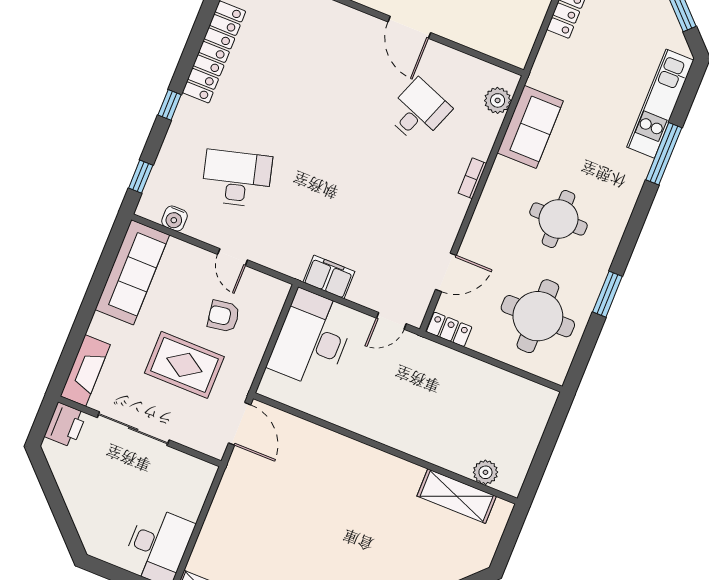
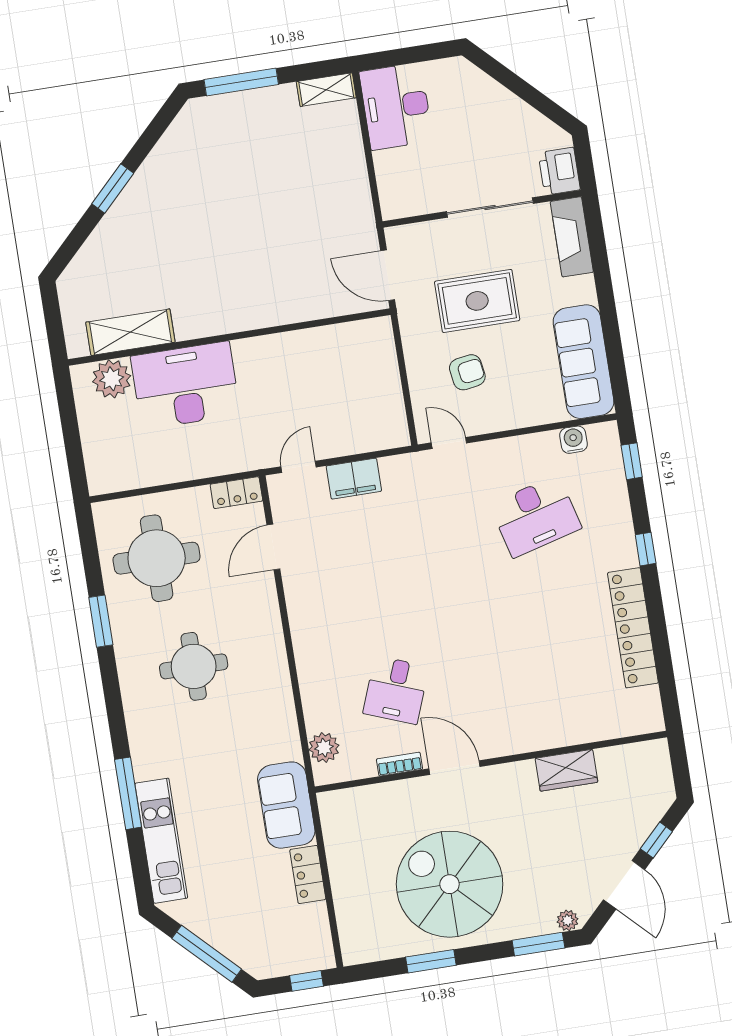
sofa: (530, 127) -> (286, 805), moved
bookcase: (472, 178) -> (399, 764), moved, turned -90
door: (233, 257) -> (449, 443), moved
filing cabinet: (329, 277) -> (354, 479), moved
desk: (312, 339) -> (185, 385), moved, turned -90
plant: (485, 472) -> (112, 379), width x1.36, depth x1.36

